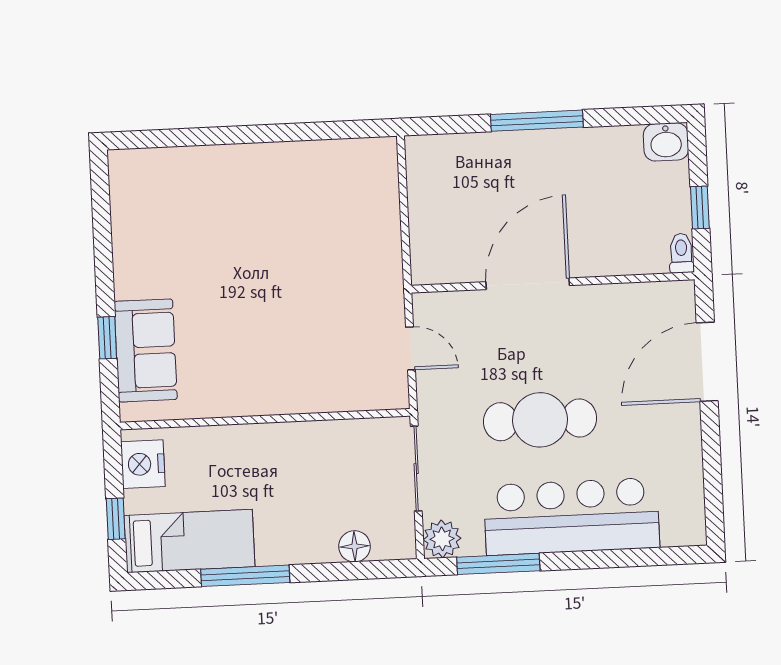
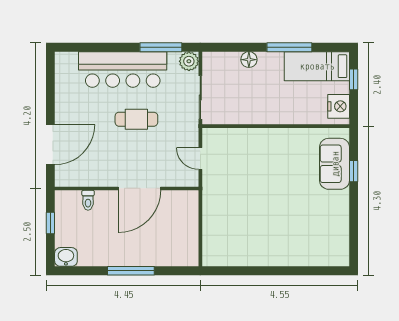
toilet: (681, 253) -> (88, 200), moved
cafe table: (540, 420) -> (136, 119), width x0.73, depth x0.74
floor lamp: (355, 546) -> (249, 60), moved

